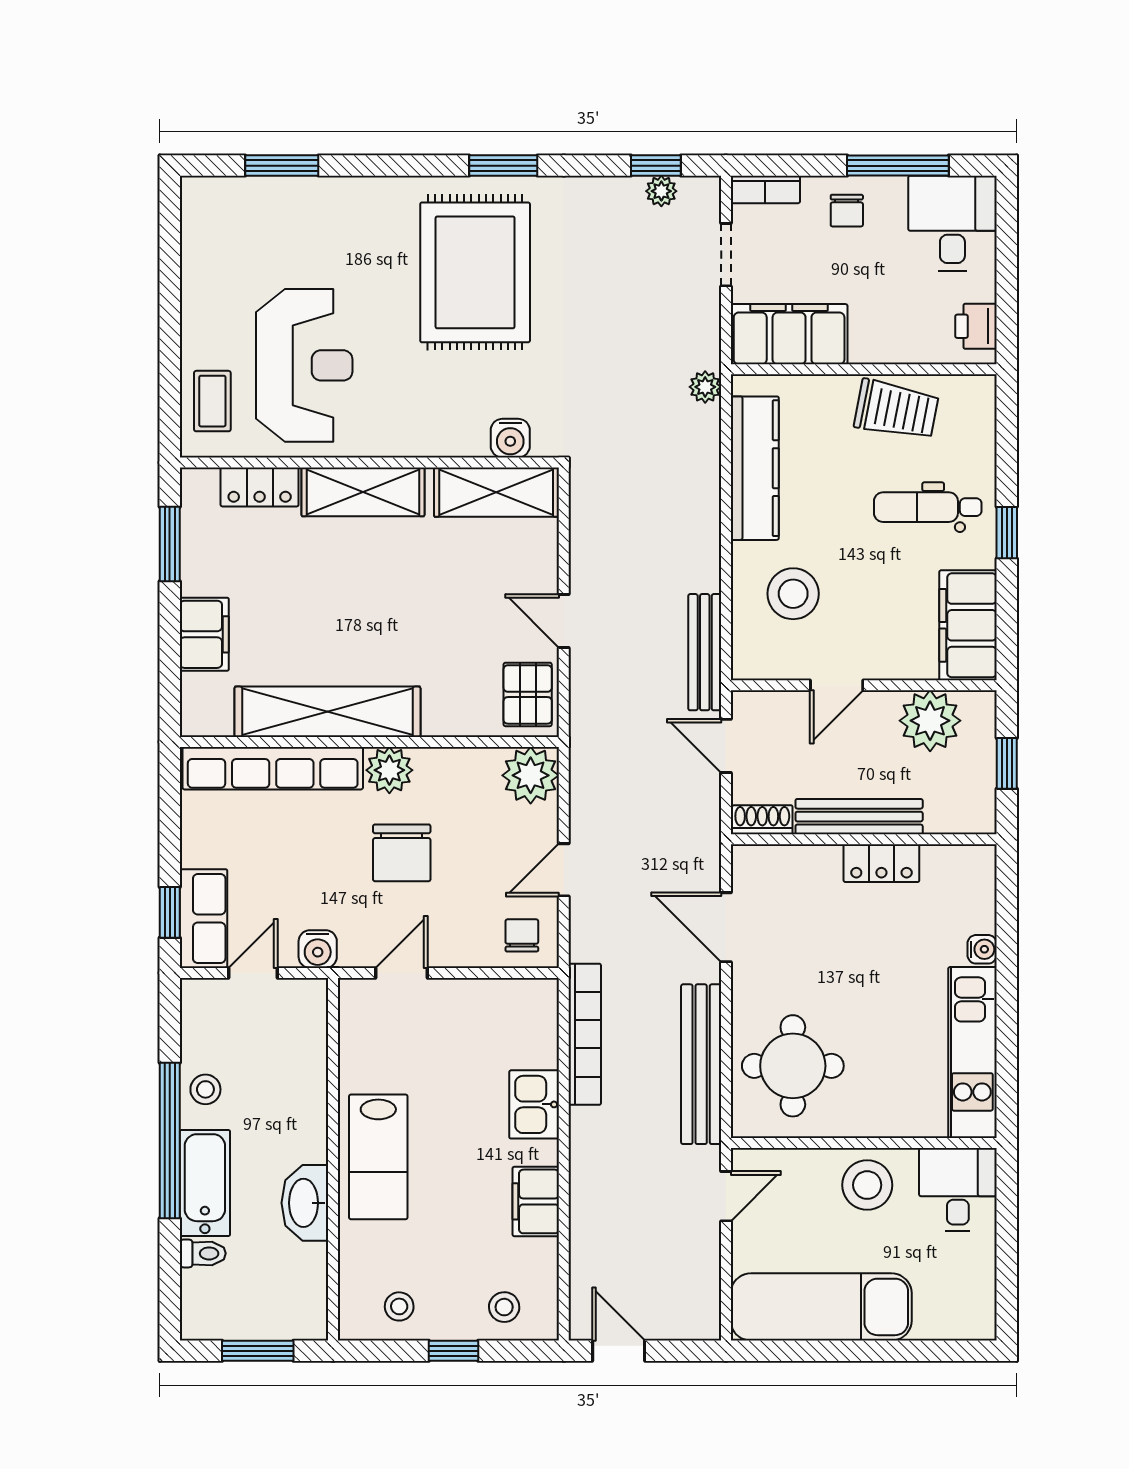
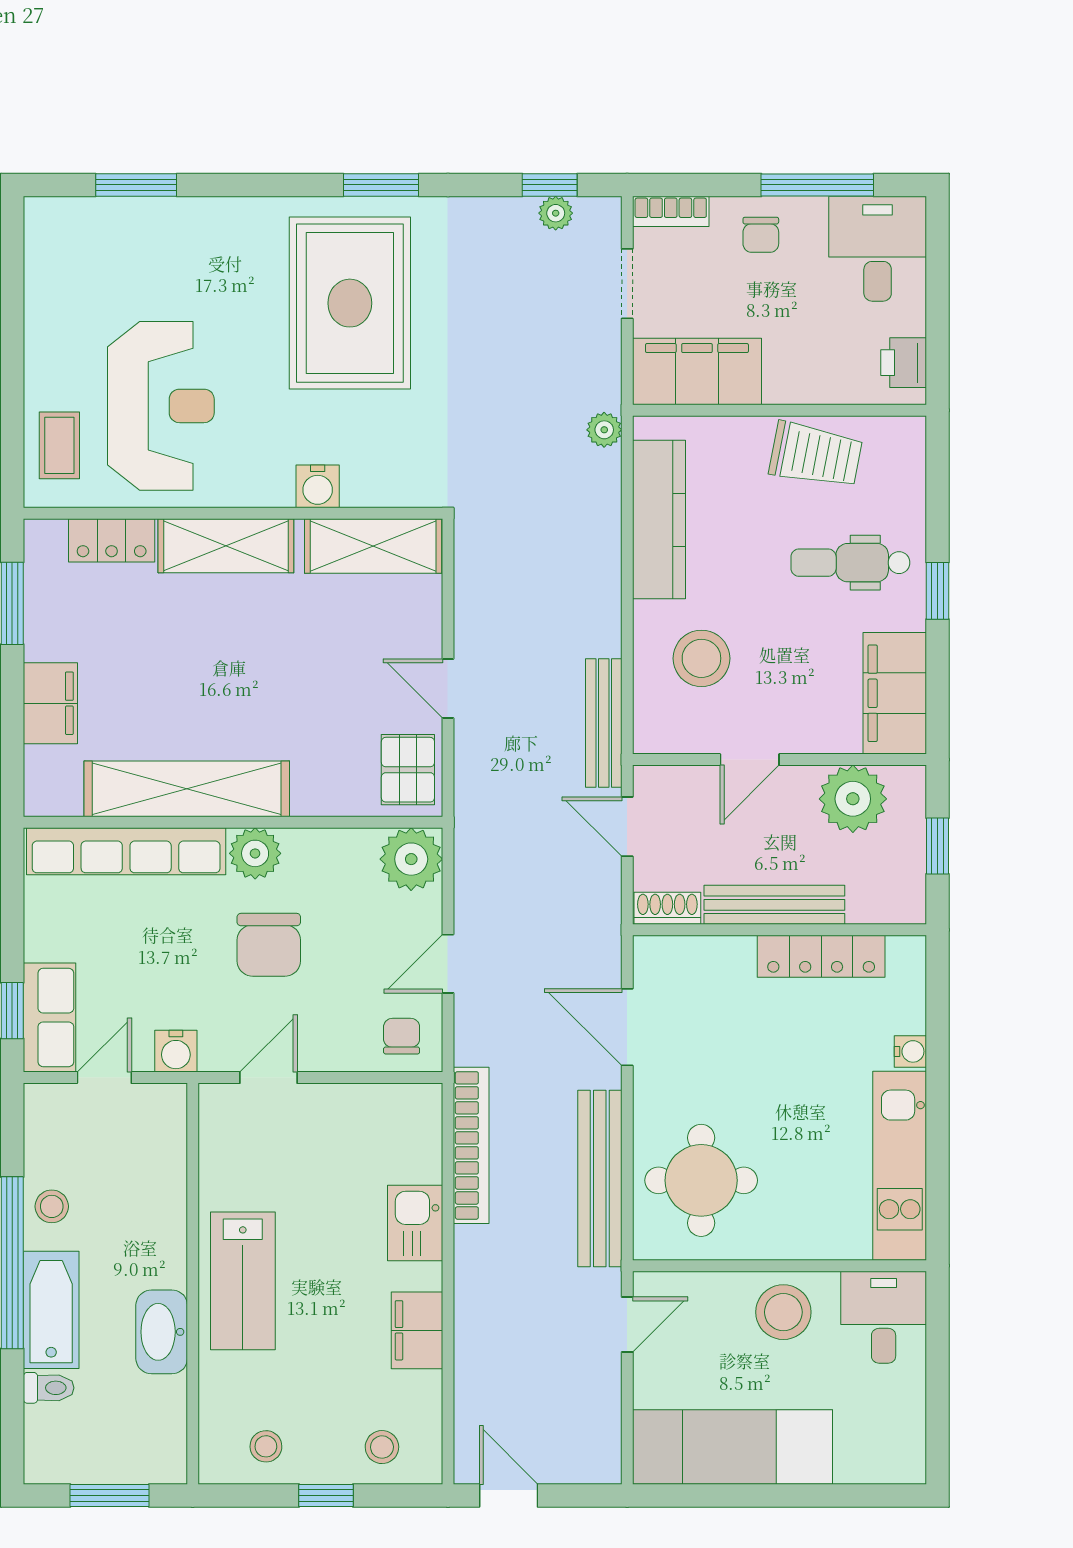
water cooler: (510, 438) -> (318, 486), moved
locker: (881, 863) -> (821, 956), width x1.53

